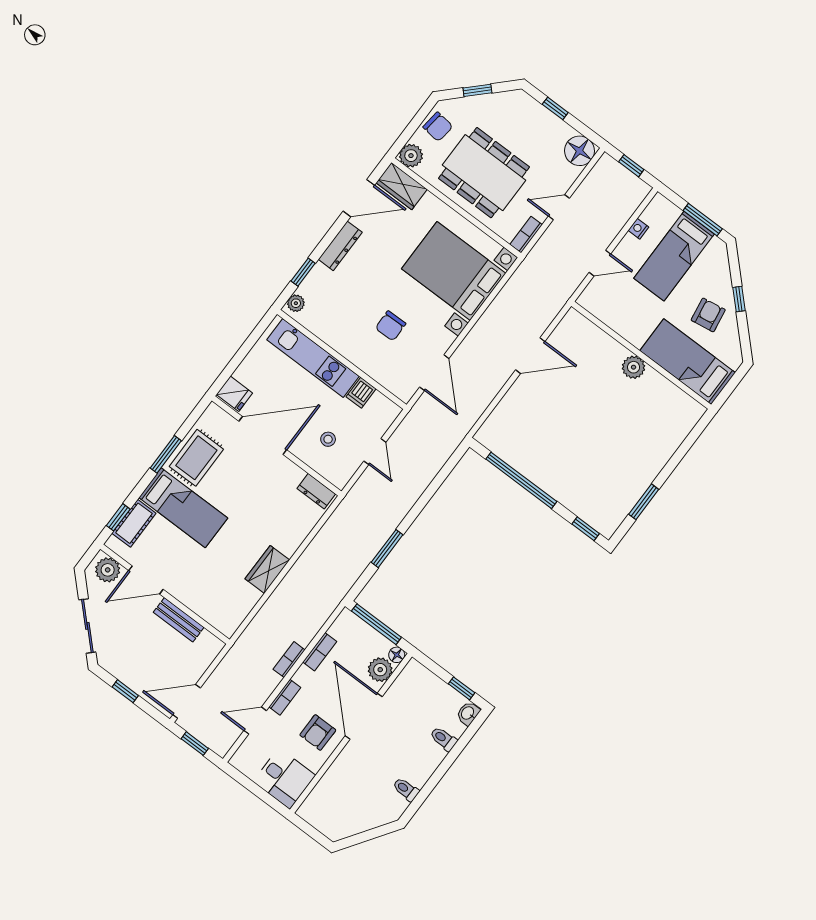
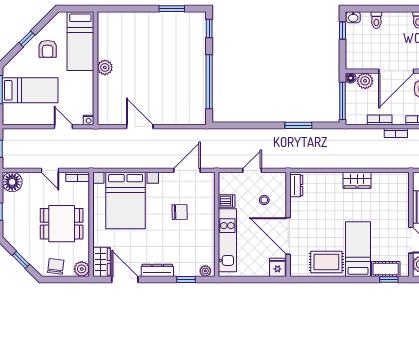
dining table: (484, 173) -> (62, 224), width x0.73
nightstand: (638, 229) -> (89, 120), moved
armchair: (708, 315) -> (48, 49), turned -81
window: (166, 454) -> (337, 280), removed

